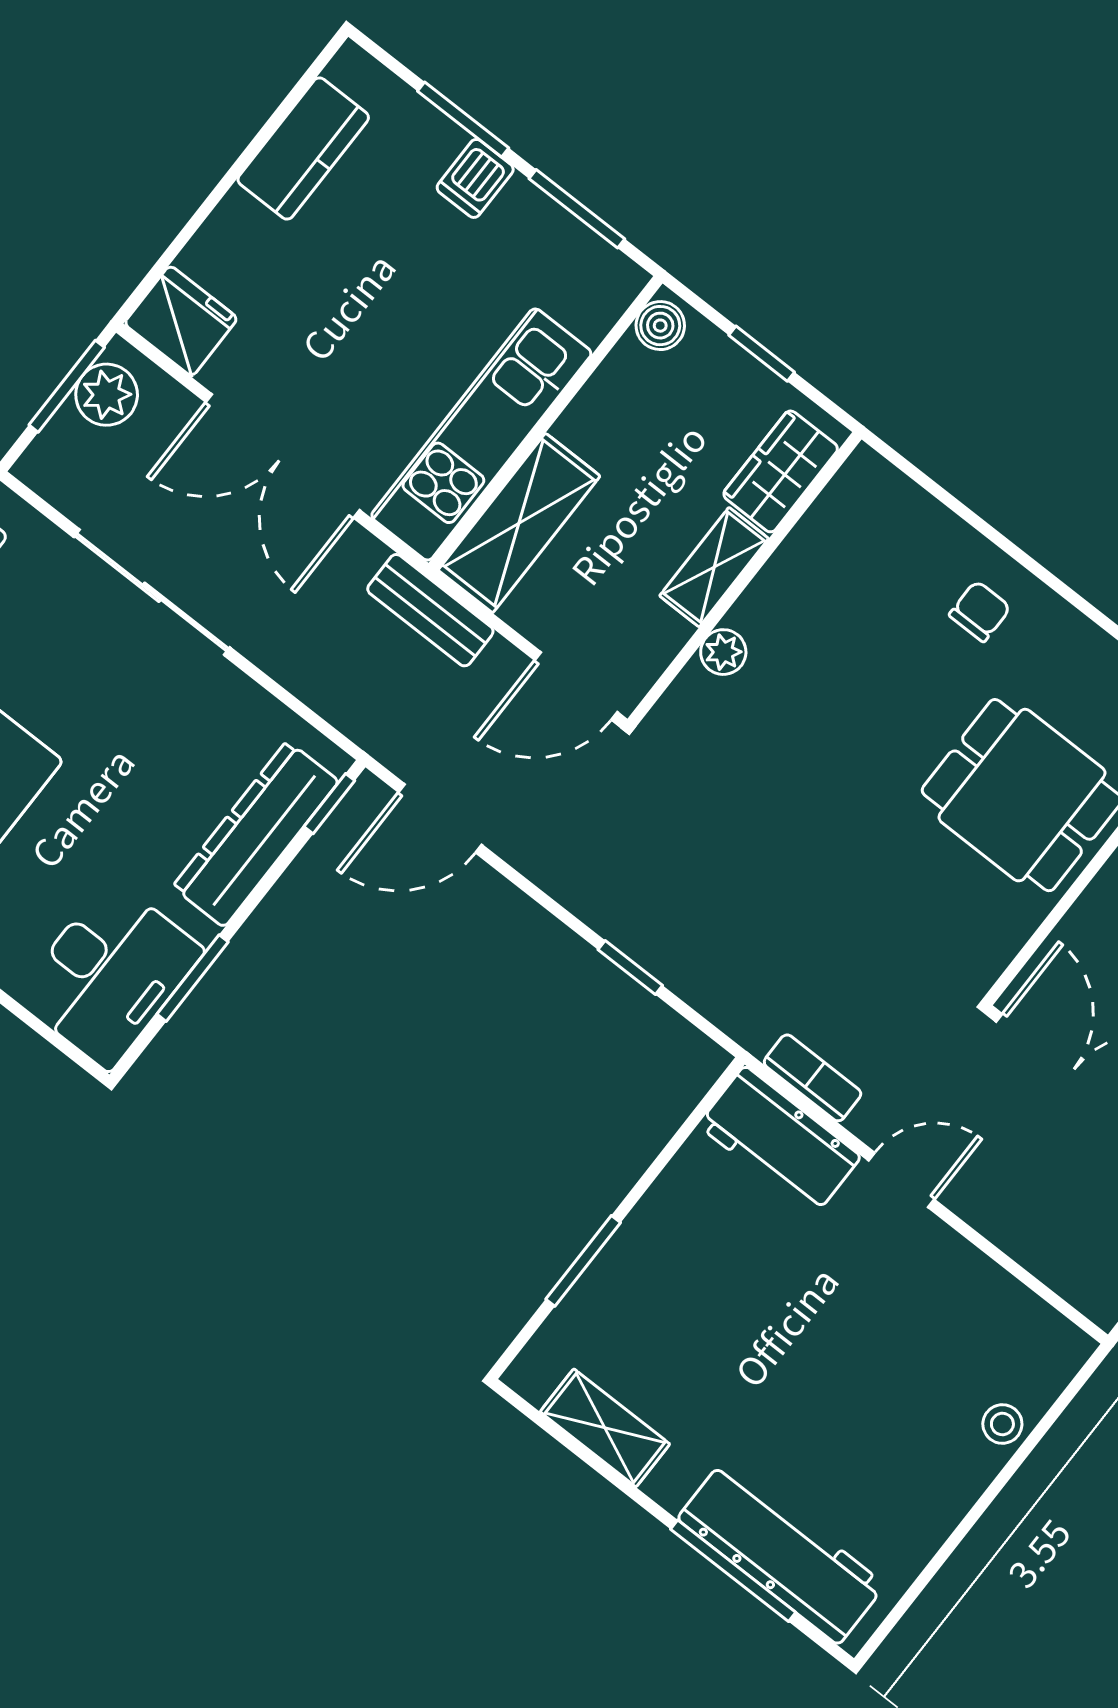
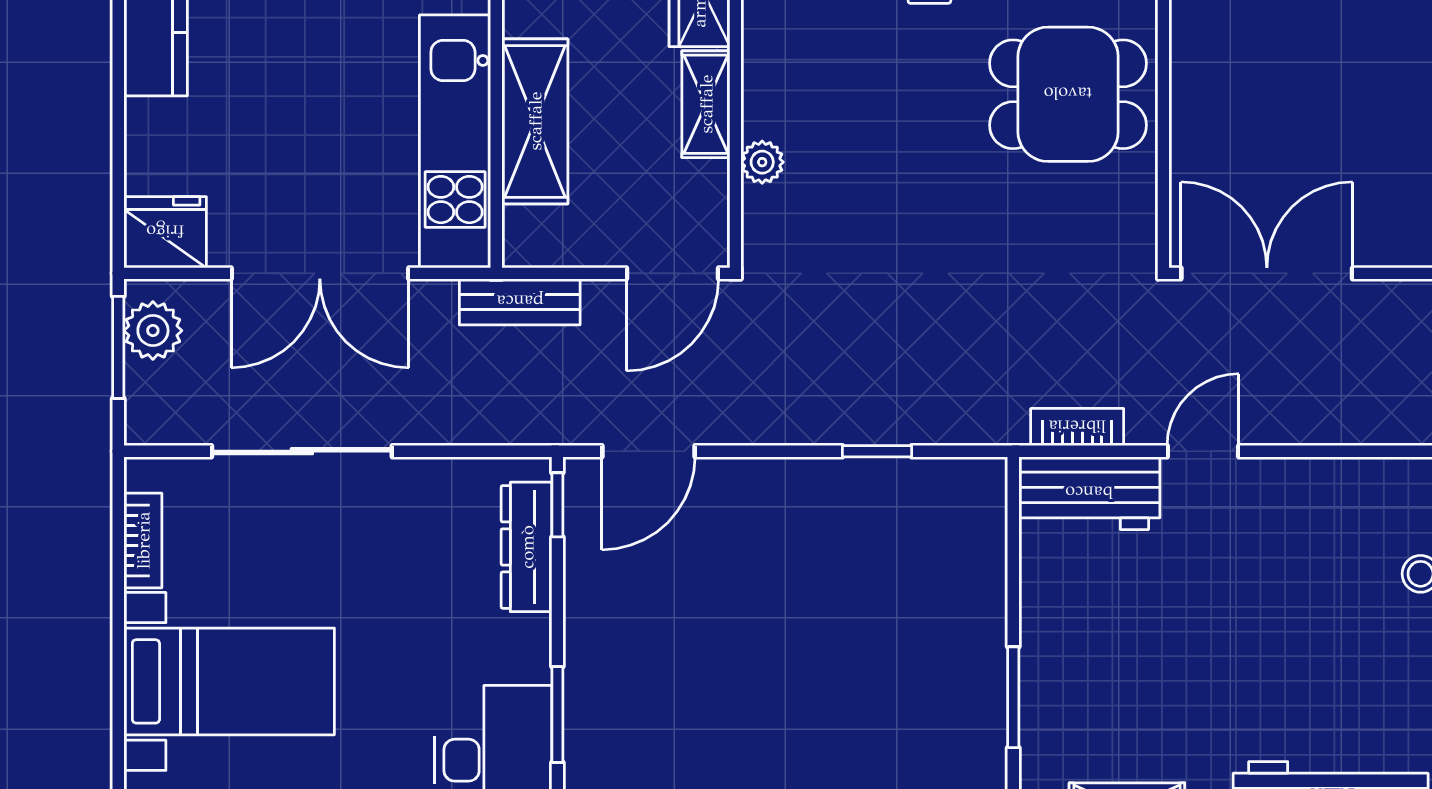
shelving: (519, 523) -> (535, 121), moved
dresser: (256, 834) -> (527, 547), width x0.73, depth x0.80

